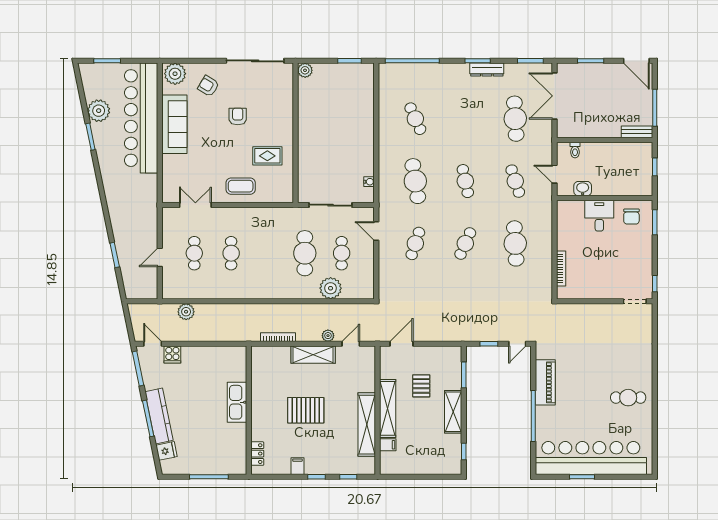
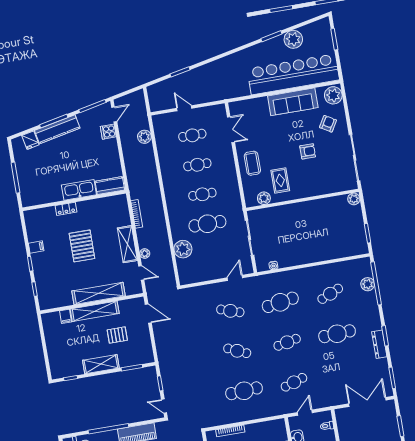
plant: (411, 71) -> (368, 284), added
cafe table: (515, 119) -> (337, 334), moved
plant: (286, 179) -> (264, 198), added
cafe table: (342, 253) -> (202, 194), moved
kitchen counter: (238, 364) -> (110, 186), added
shelving: (367, 425) -> (99, 293), moved
locker: (257, 454) -> (66, 209), moved

